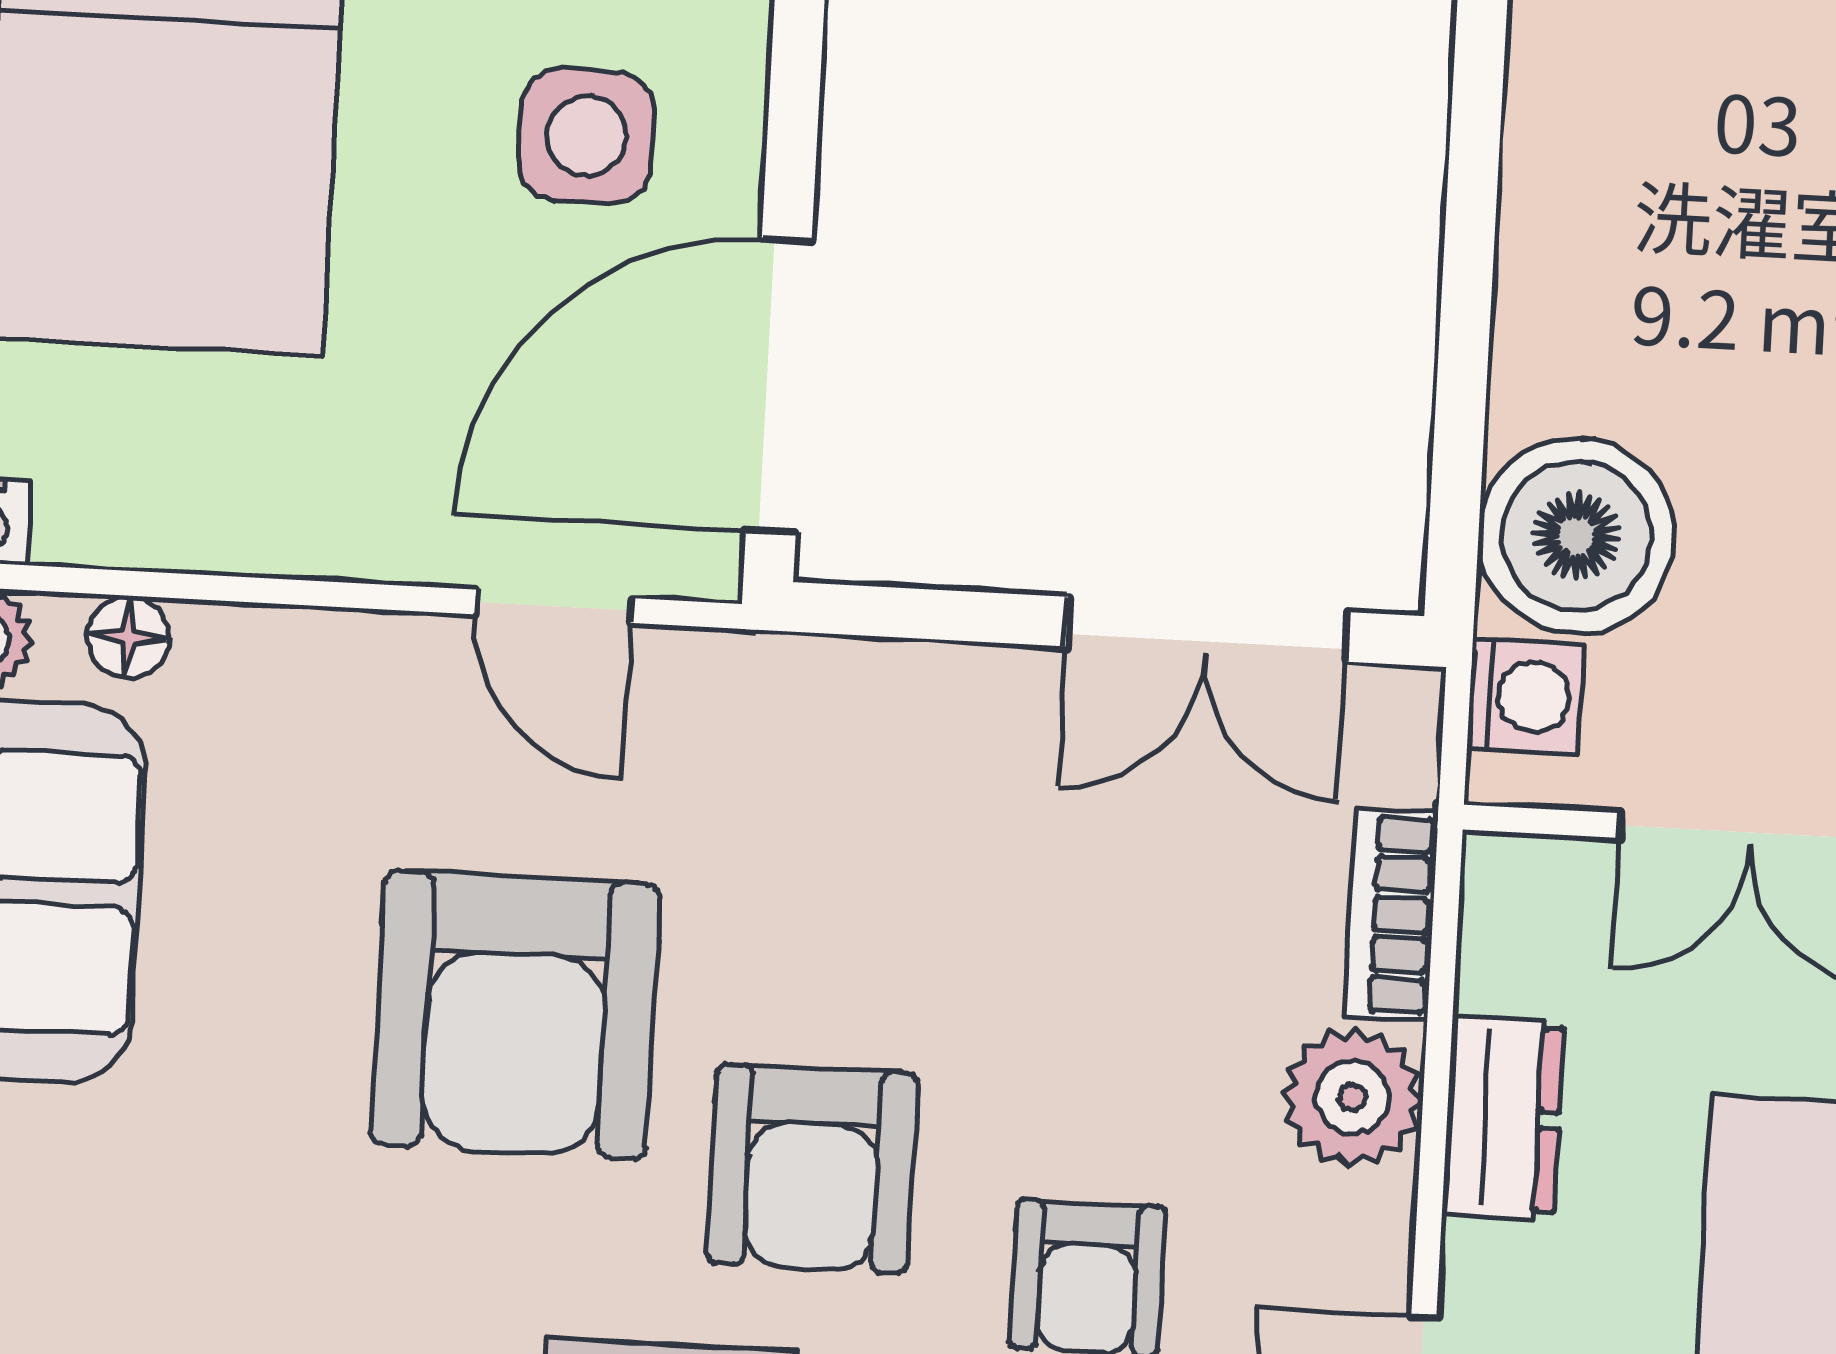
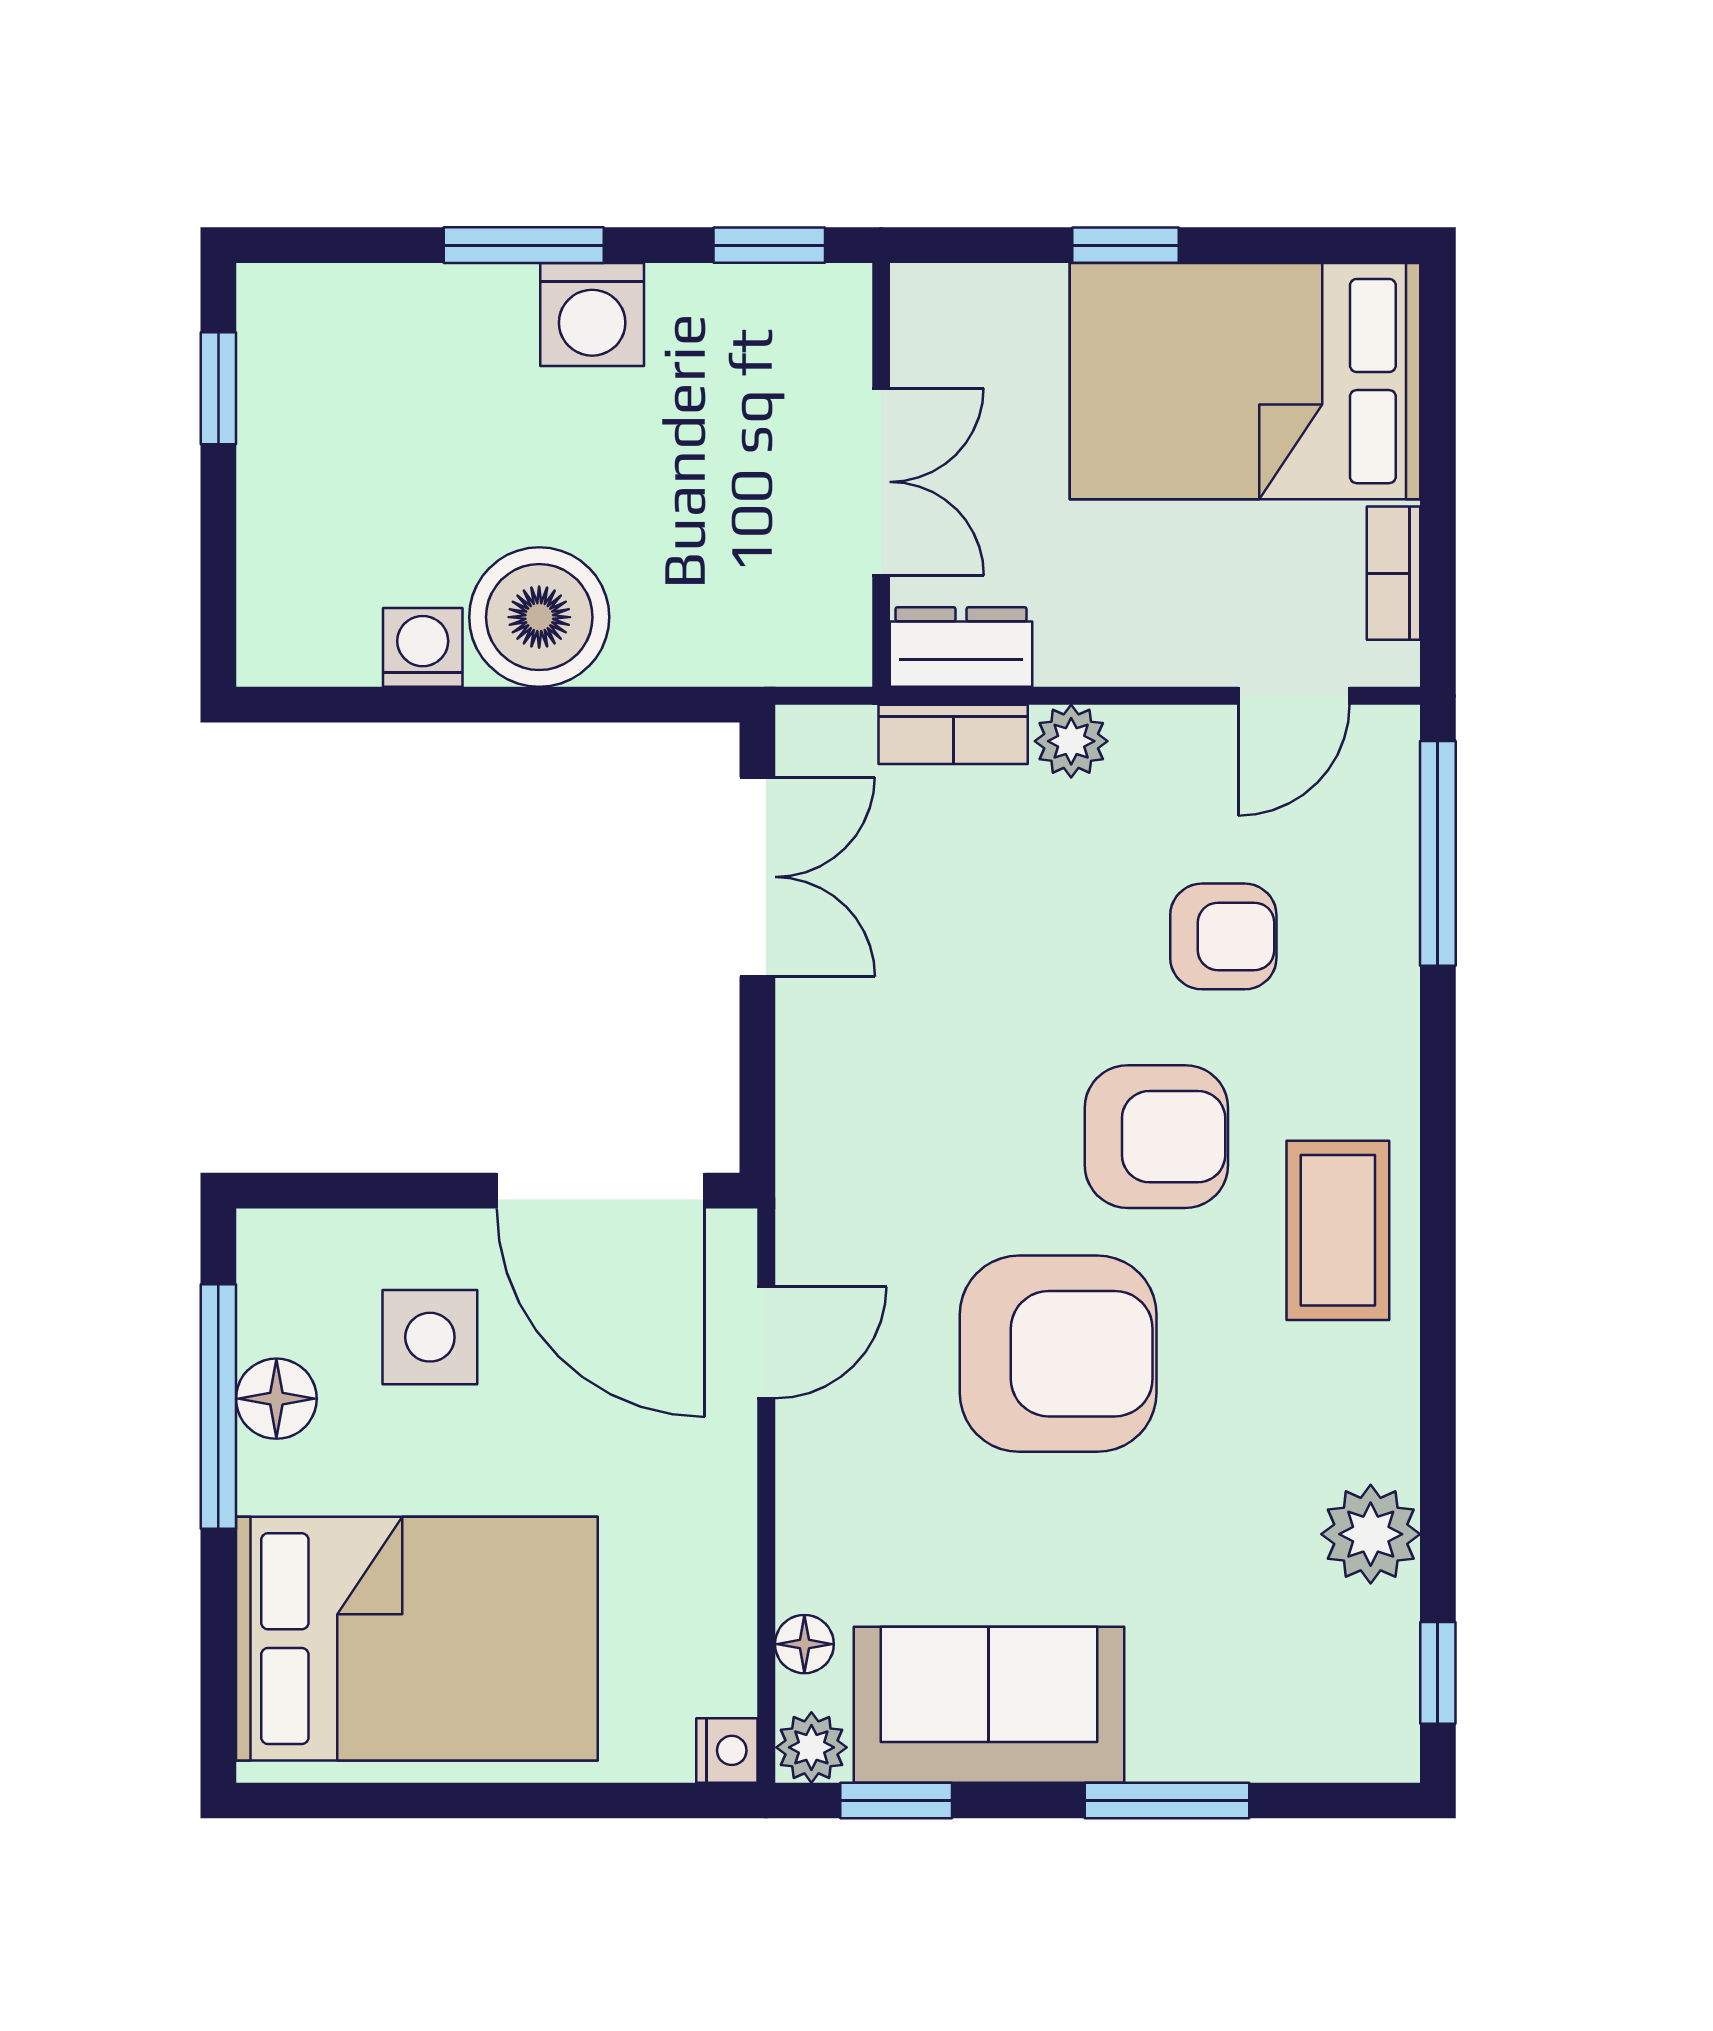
boiler: (1577, 536) -> (539, 617), moved
washing machine: (1525, 697) -> (423, 647), moved
plant: (1353, 1097) -> (1071, 741), width x0.73, depth x0.73
dresser: (1503, 1118) -> (961, 647), moved

